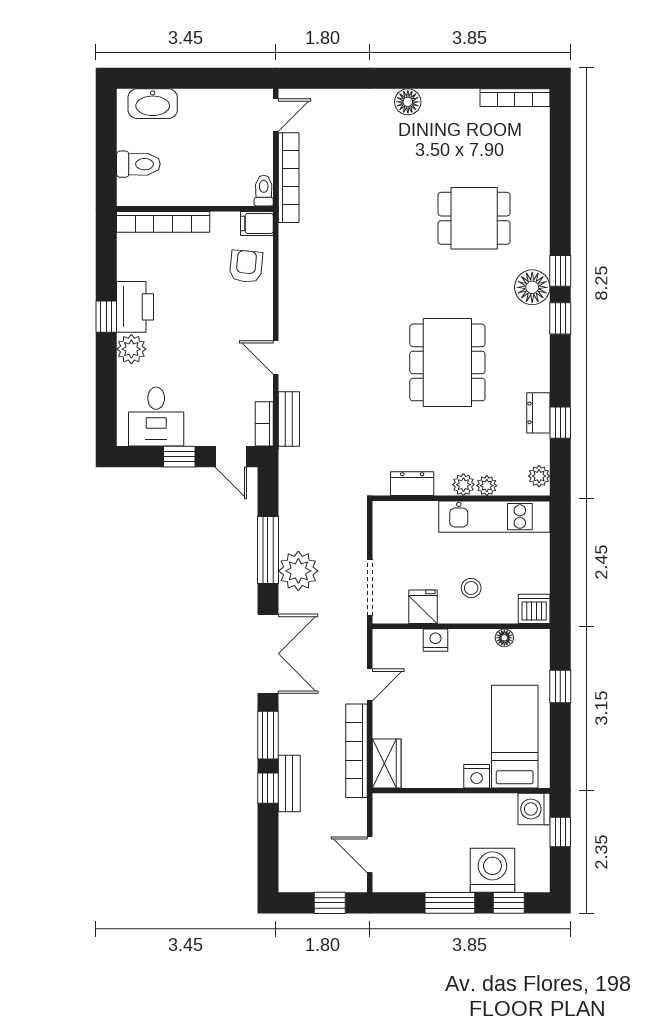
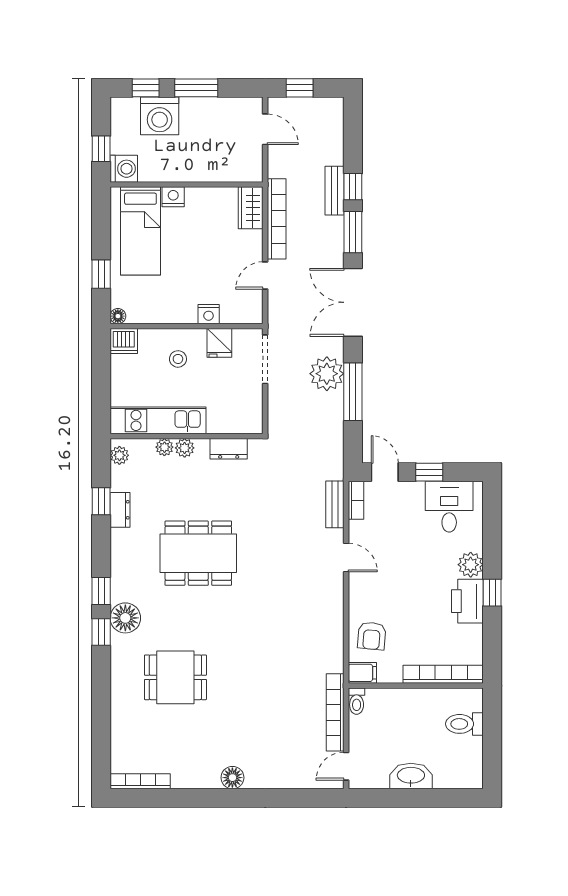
washbasin: (153, 104) -> (411, 776), moved
dining table: (447, 362) -> (198, 553), turned 90
floor lamp: (504, 638) -> (118, 316), moved

